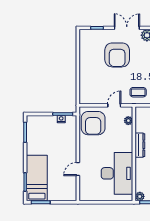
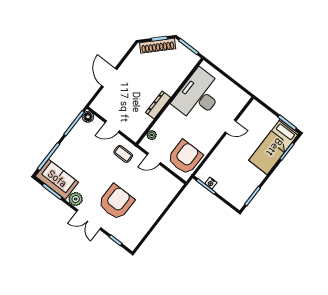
plant: (140, 196) -> (194, 59), removed

